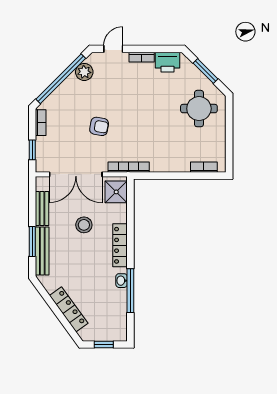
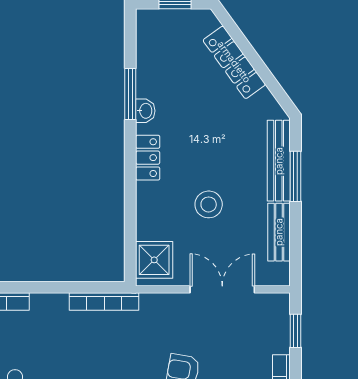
bookcase: (129, 167) -> (104, 302), moved
double door: (76, 174) -> (222, 289), width x0.73
locker: (120, 245) -> (148, 158), width x0.66
window: (130, 291) -> (130, 94), width x0.69

